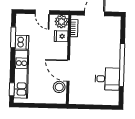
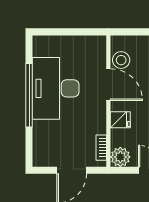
fridge: (61, 36) -> (120, 120), moved
desk: (107, 79) -> (56, 88), width x1.87, depth x1.30

